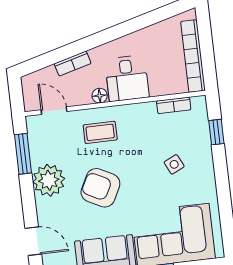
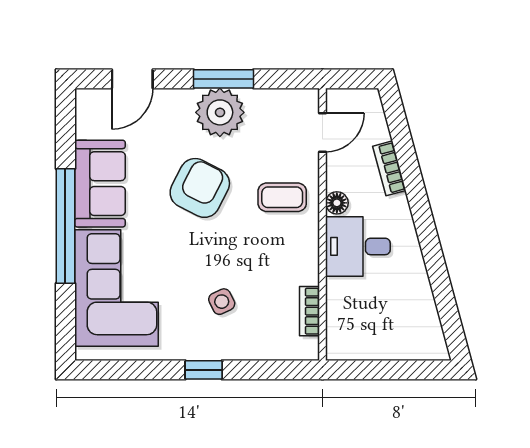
bookcase: (193, 56) -> (379, 348), removed
coffee table: (100, 132) -> (282, 197), turned 90
window: (216, 132) -> (204, 370), moved
window: (23, 154) -> (223, 79), moved

